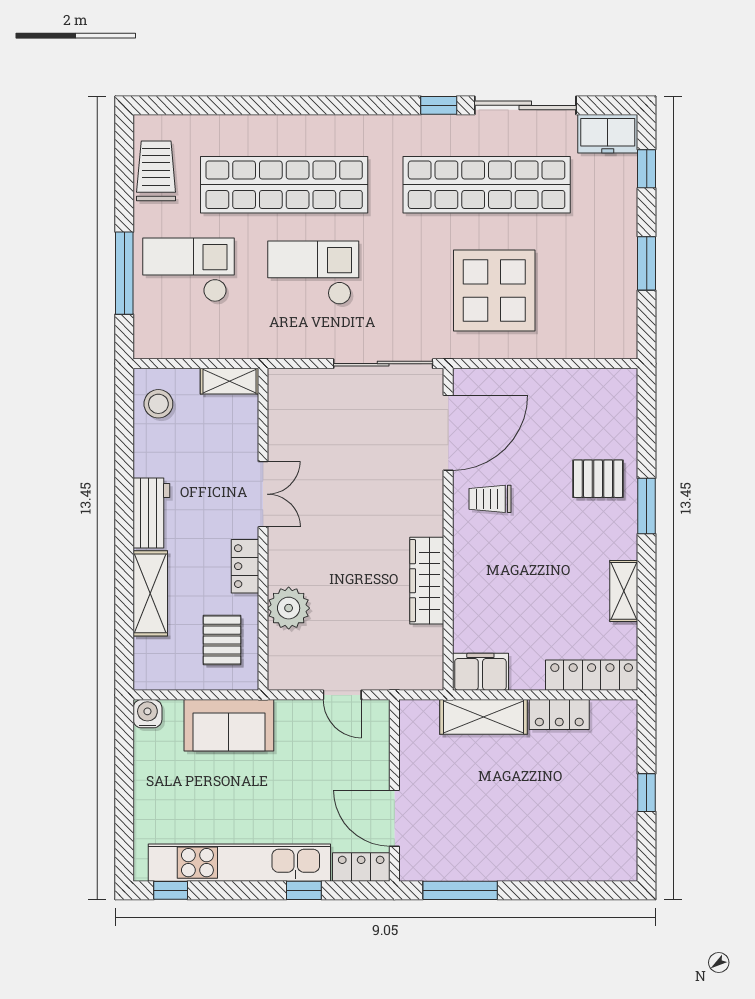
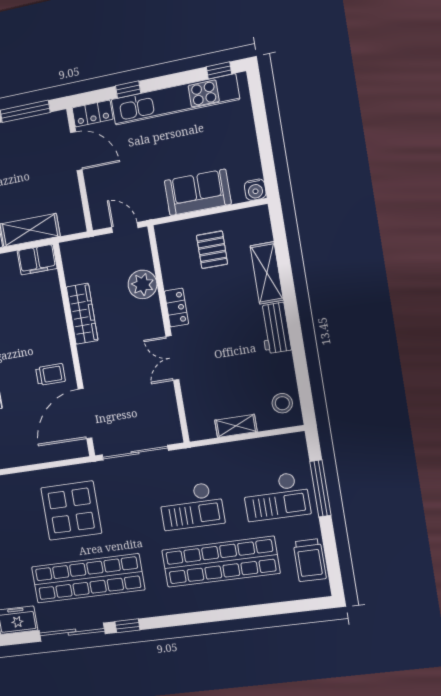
double door: (263, 494) -> (172, 358), moved
wall: (263, 529) -> (168, 334), moved
locker: (245, 566) -> (176, 308), moved
plant: (289, 608) -> (143, 284), moved

